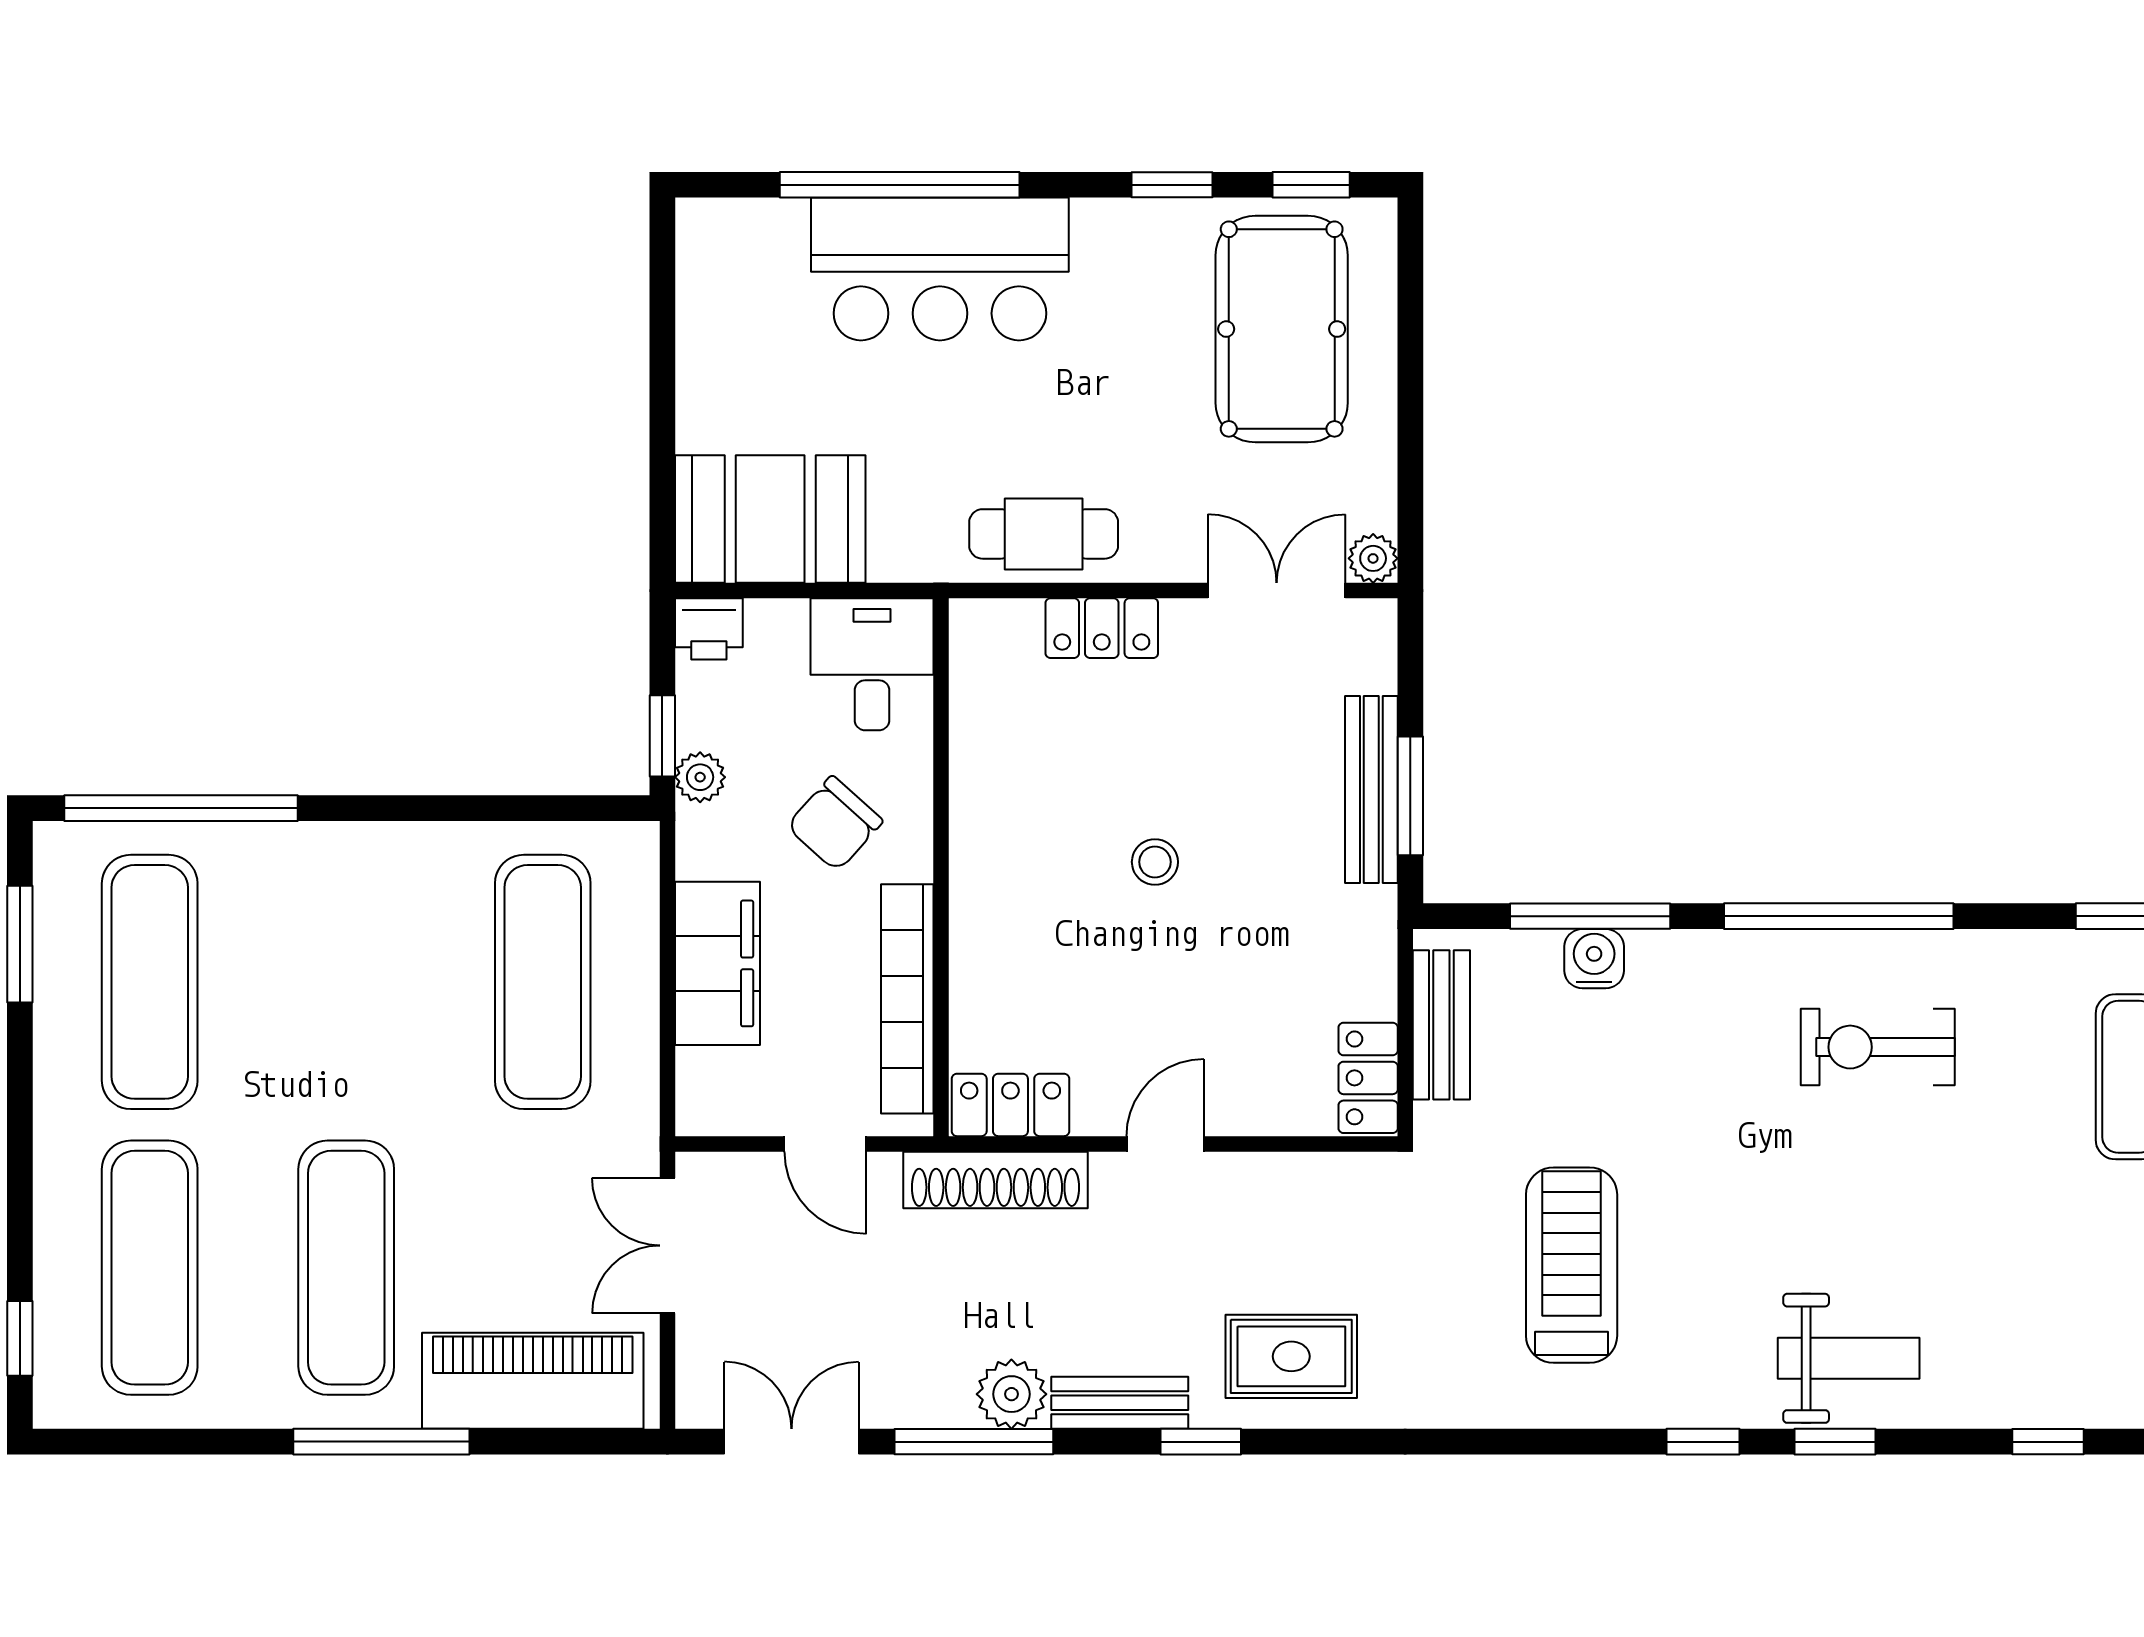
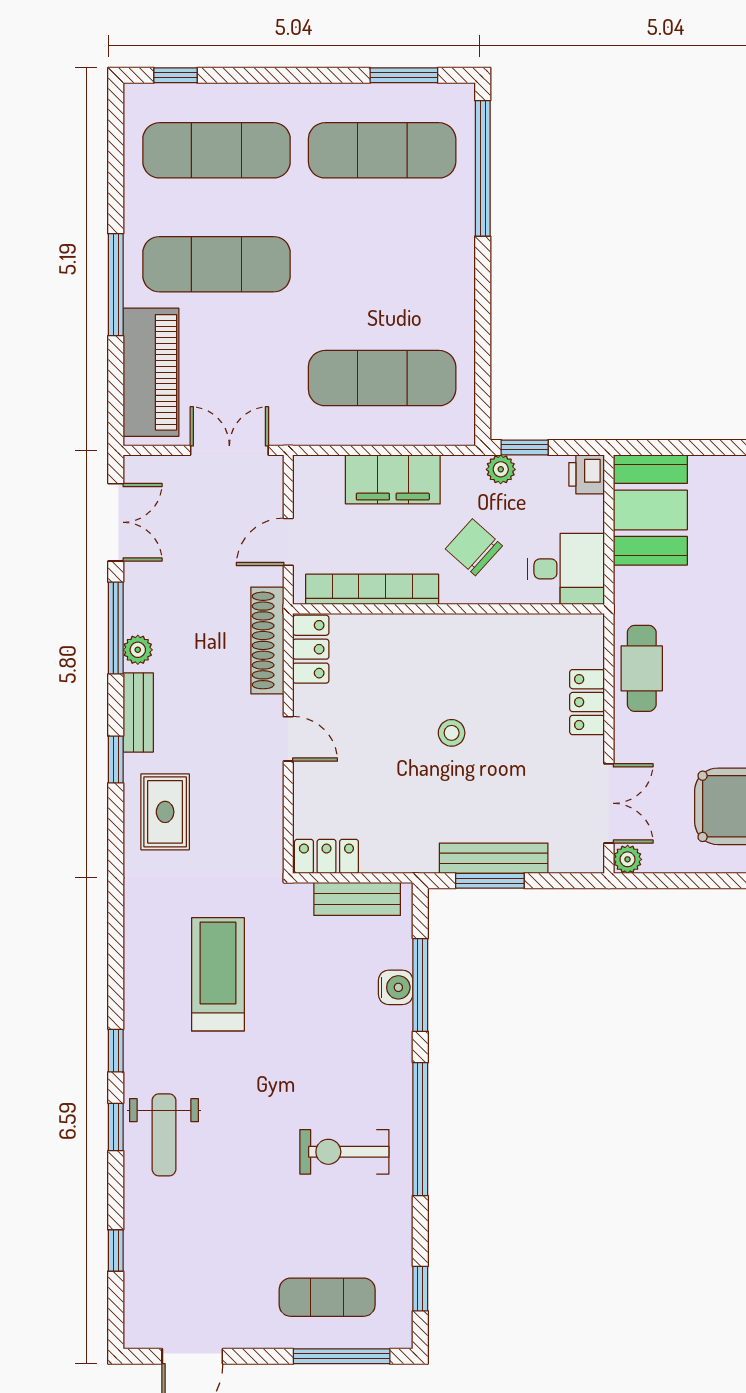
exercise bike: (1878, 1047) -> (344, 1152), turned -90
treadmill: (1572, 1265) -> (218, 974), turned -90
plant: (1011, 1394) -> (138, 650), width x0.73, depth x0.73

